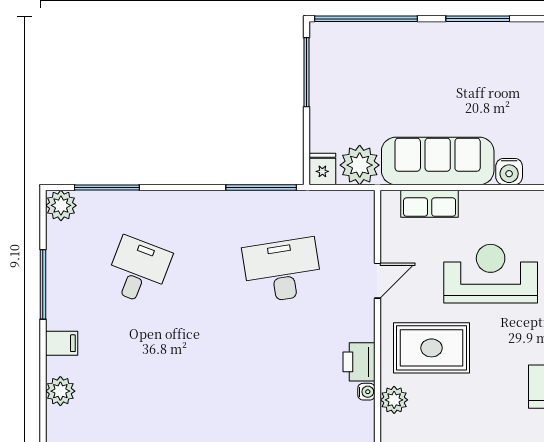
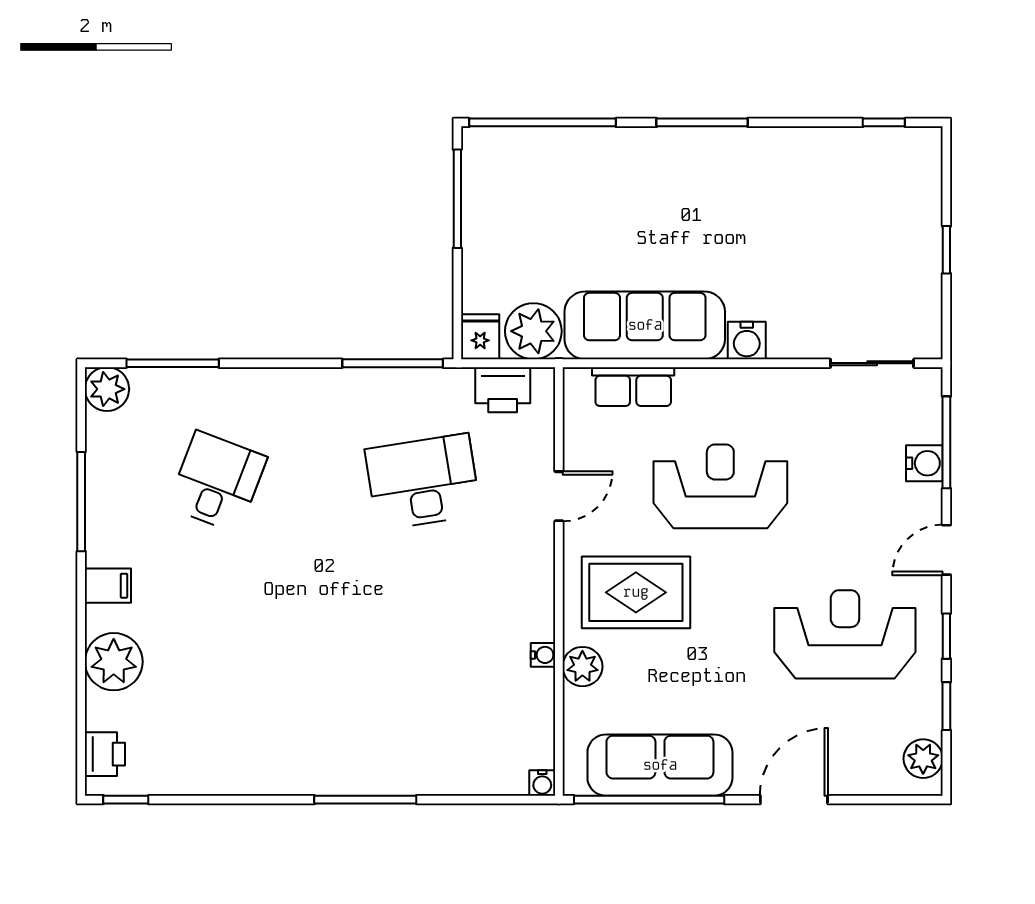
printer: (359, 362) -> (503, 390), moved, turned -90
plant: (60, 391) -> (114, 662), width x1.36, depth x1.36

